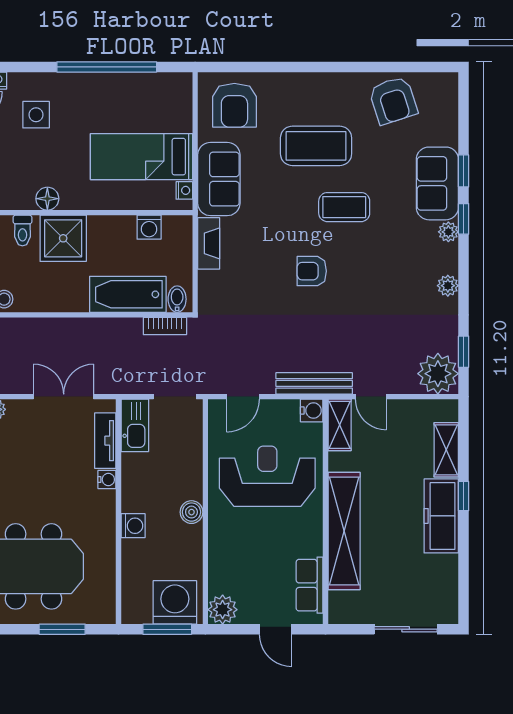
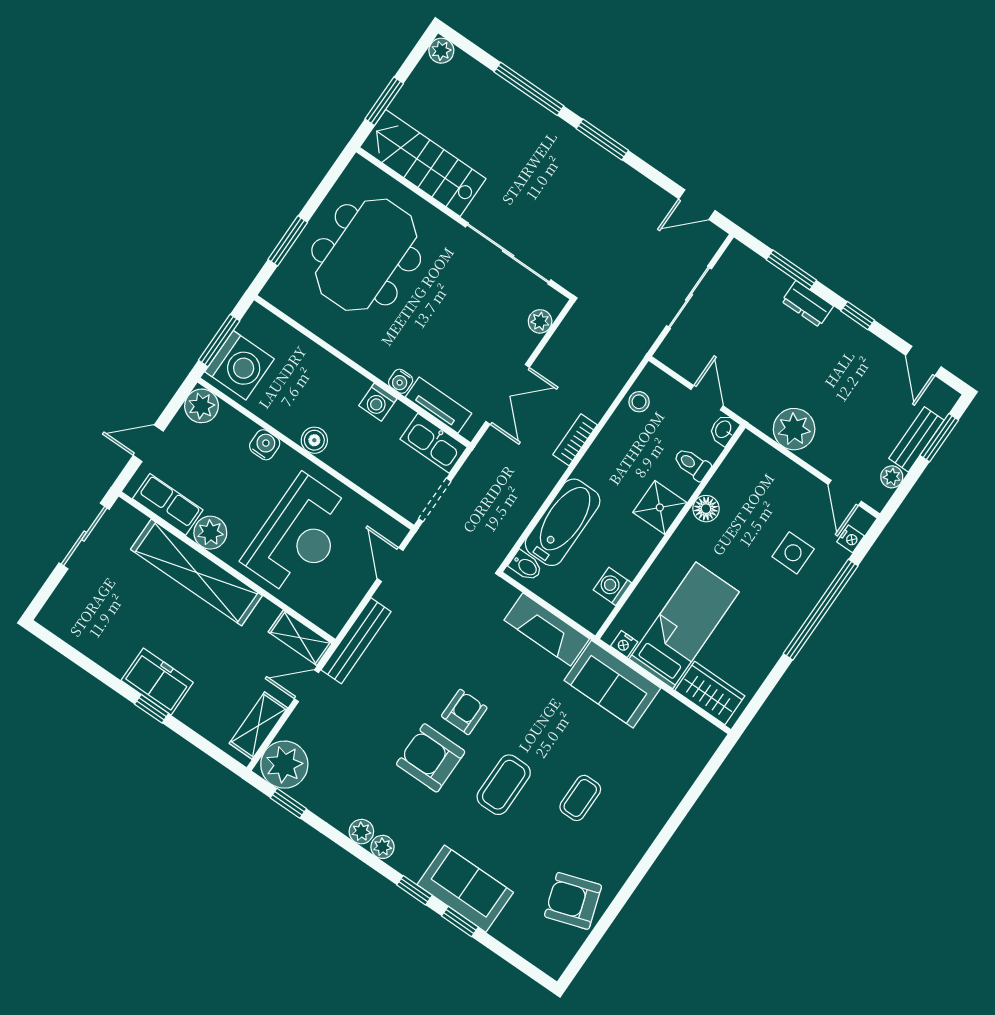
window: (107, 67) -> (821, 610), moved
wardrobe: (177, 105) -> (710, 693), added
armchair: (234, 105) -> (431, 758), moved
coffee table: (316, 146) -> (580, 798), width x0.54, depth x0.58
plant: (448, 232) -> (382, 847), moved
shower: (63, 238) -> (660, 507), width x0.73, depth x0.73
fireplace: (209, 243) -> (547, 629), width x1.37, depth x1.32
bookcase: (165, 326) -> (575, 440), moved
water cooler: (312, 410) -> (265, 445), moved, turned 180
shelving: (446, 450) -> (258, 726), moved, turned 90
freezer: (441, 516) -> (157, 681), width x0.71
washing machine: (133, 526) -> (378, 402), moved
plant: (309, 541) -> (210, 533), added
sliding door: (406, 629) -> (84, 536), moved

